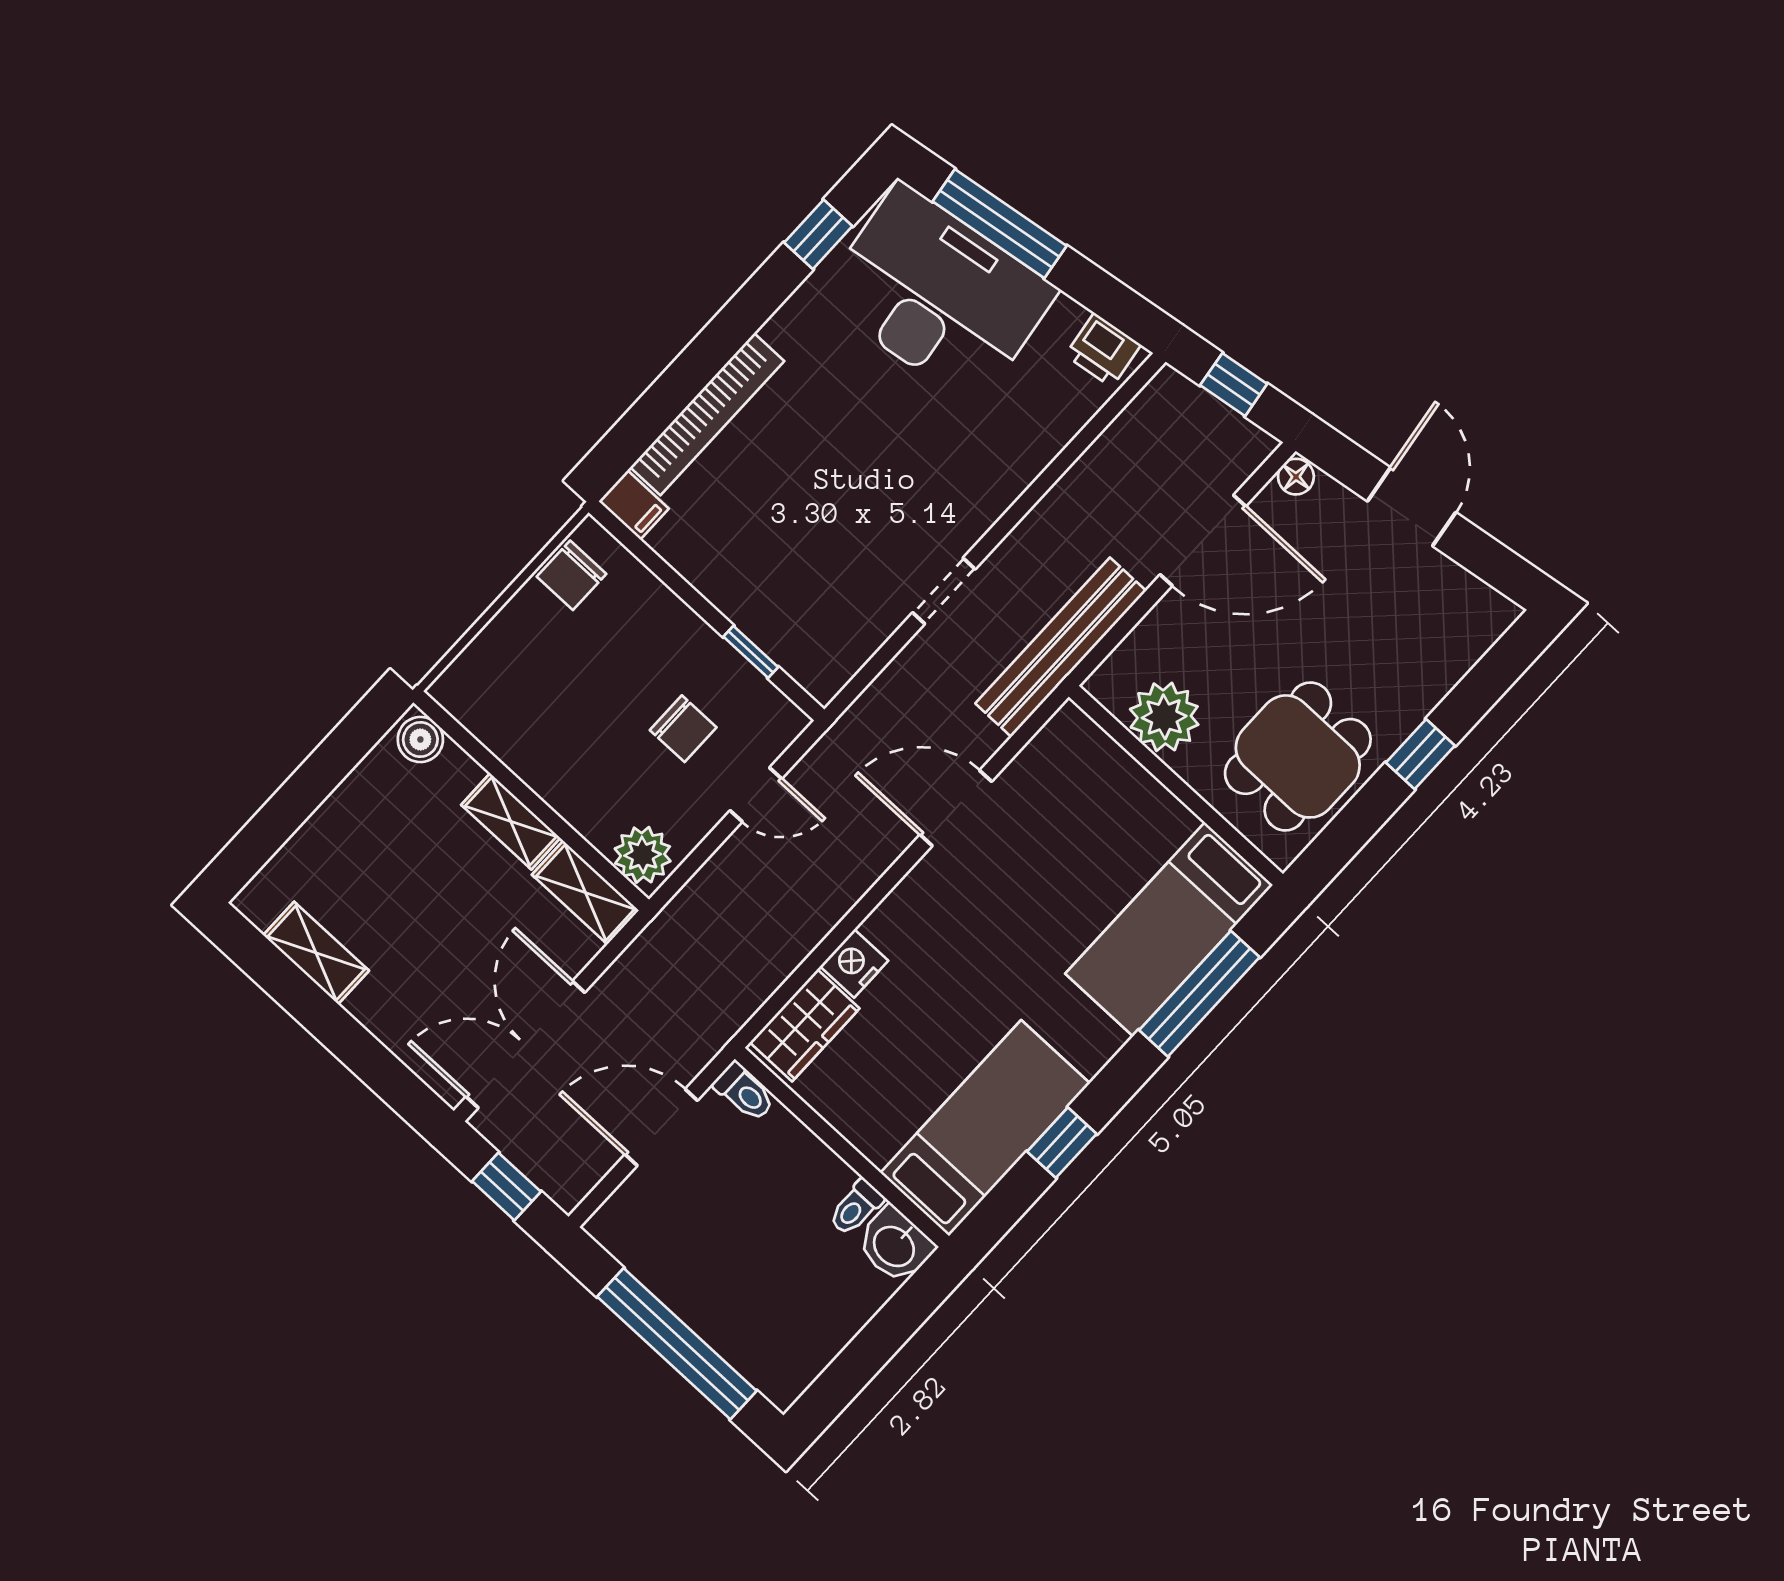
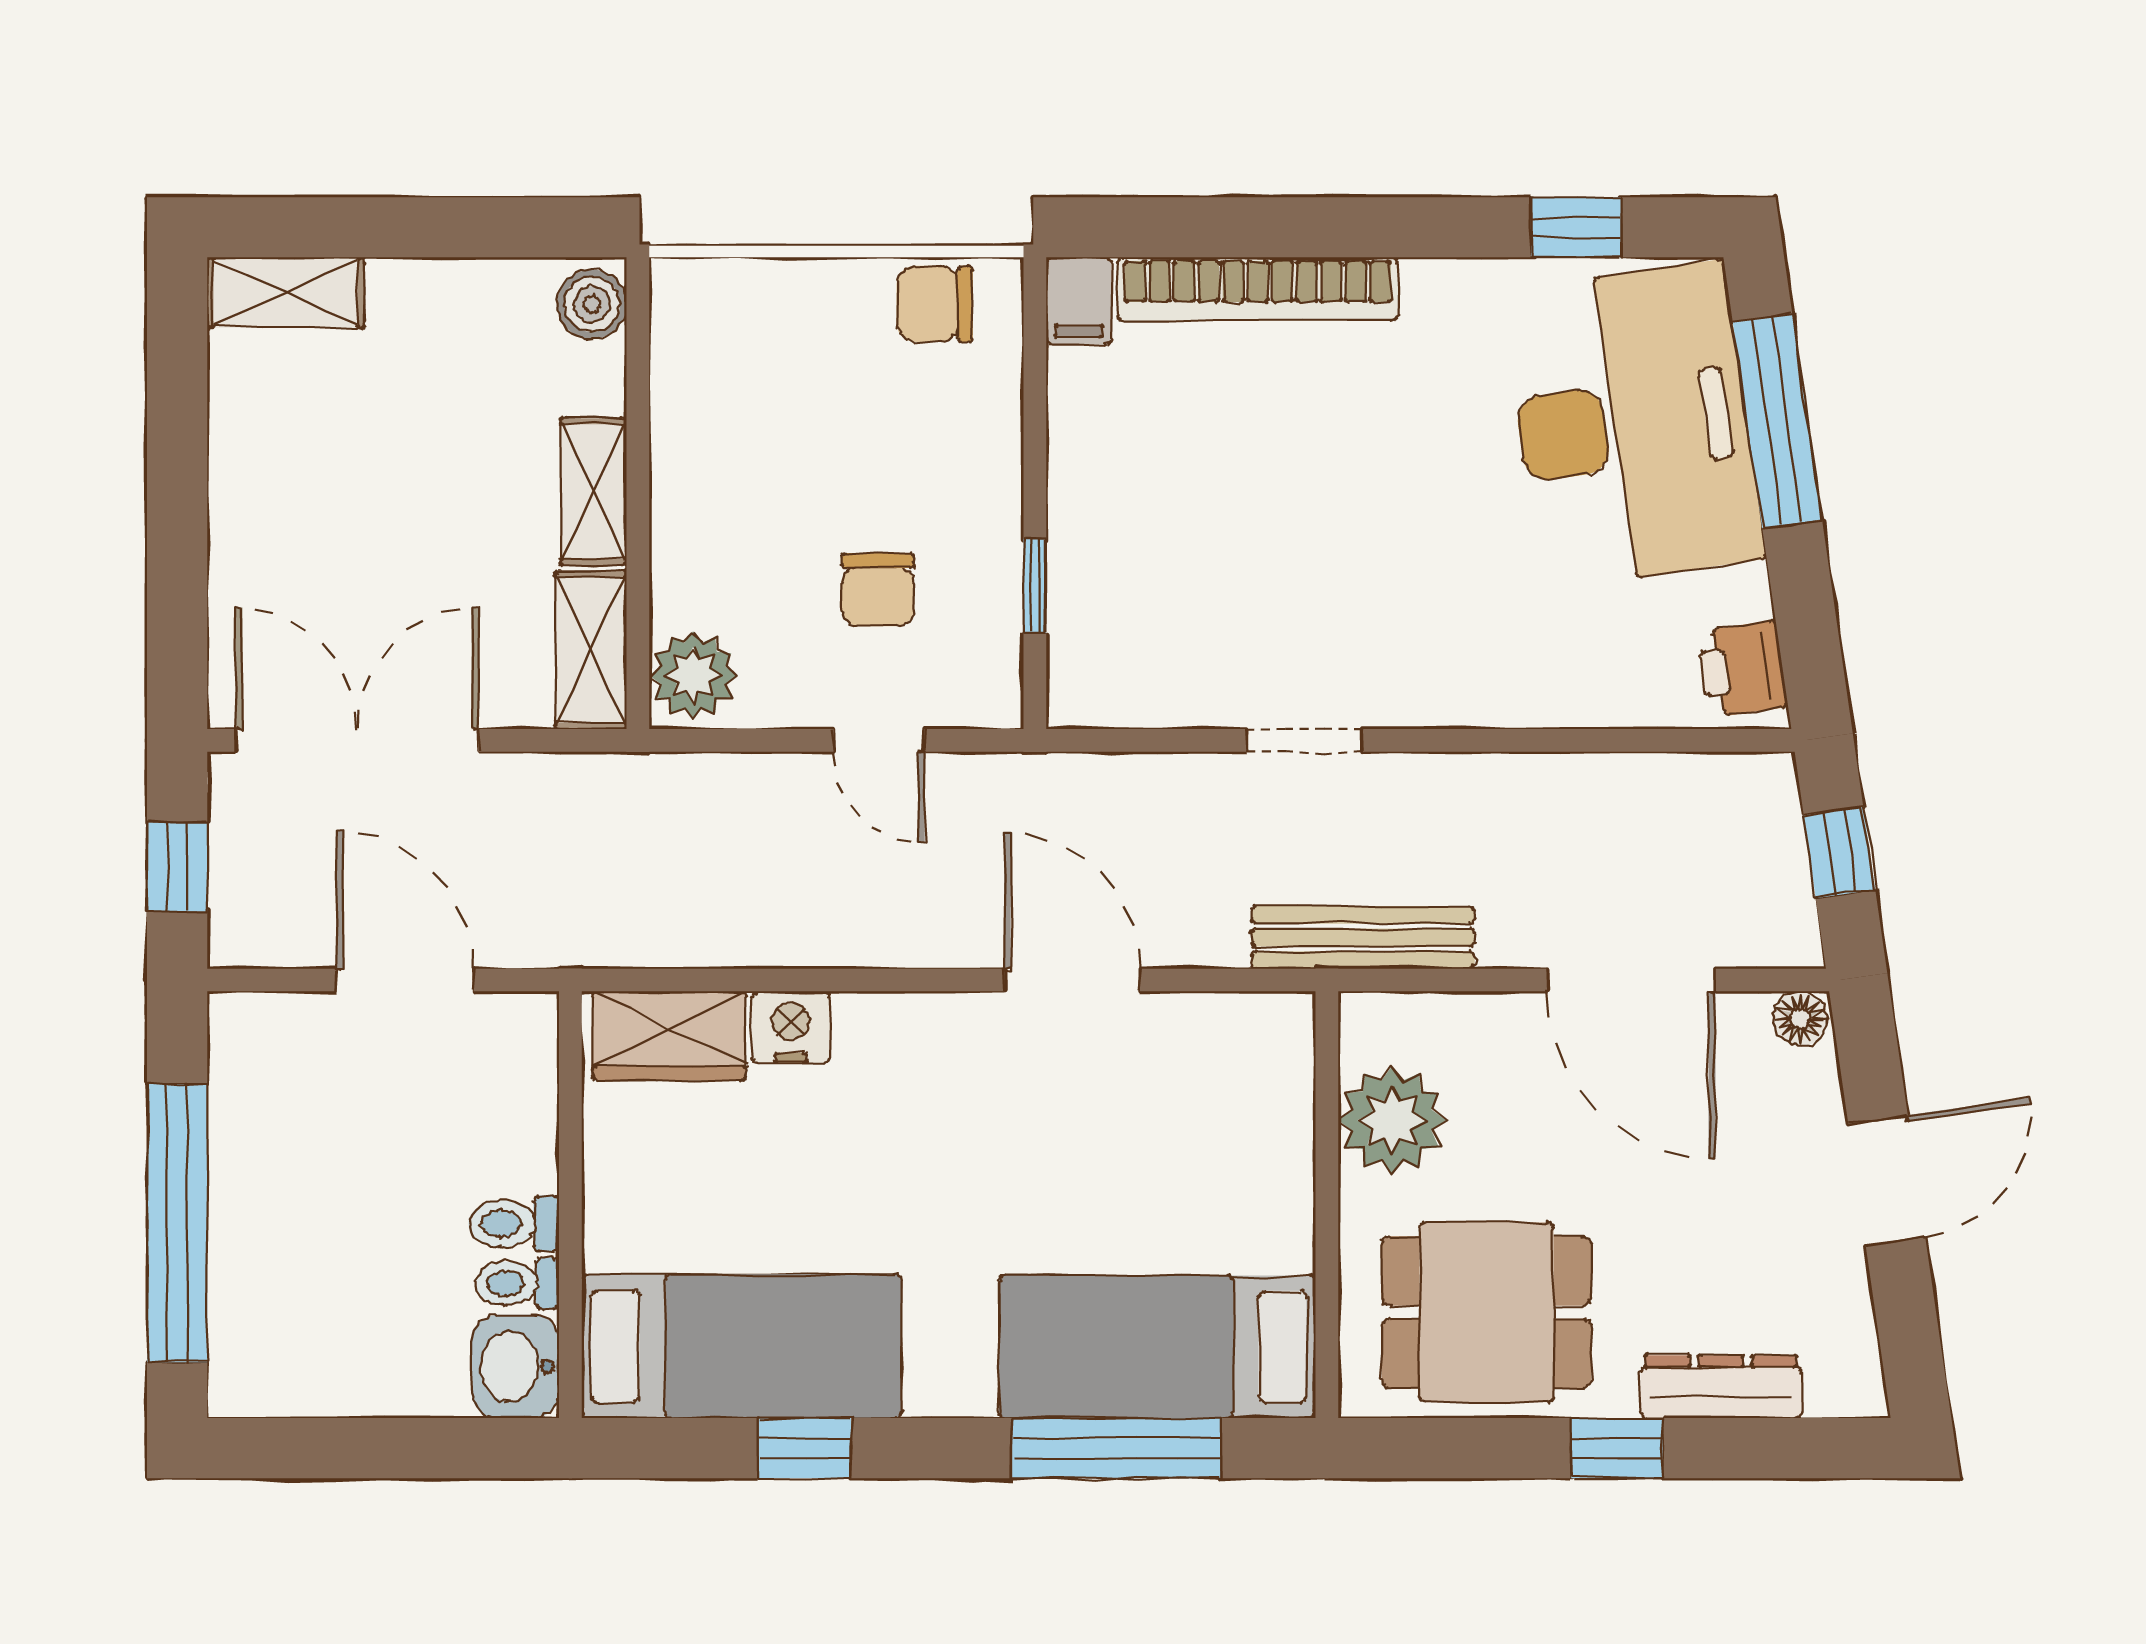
bench: (1061, 647) -> (1363, 938), width x0.73, depth x0.82
dresser: (1437, 677) -> (1721, 1387), added
shelving: (316, 953) -> (285, 292), moved, turned 90
toilet: (744, 1092) -> (514, 1224), moved, turned 90

